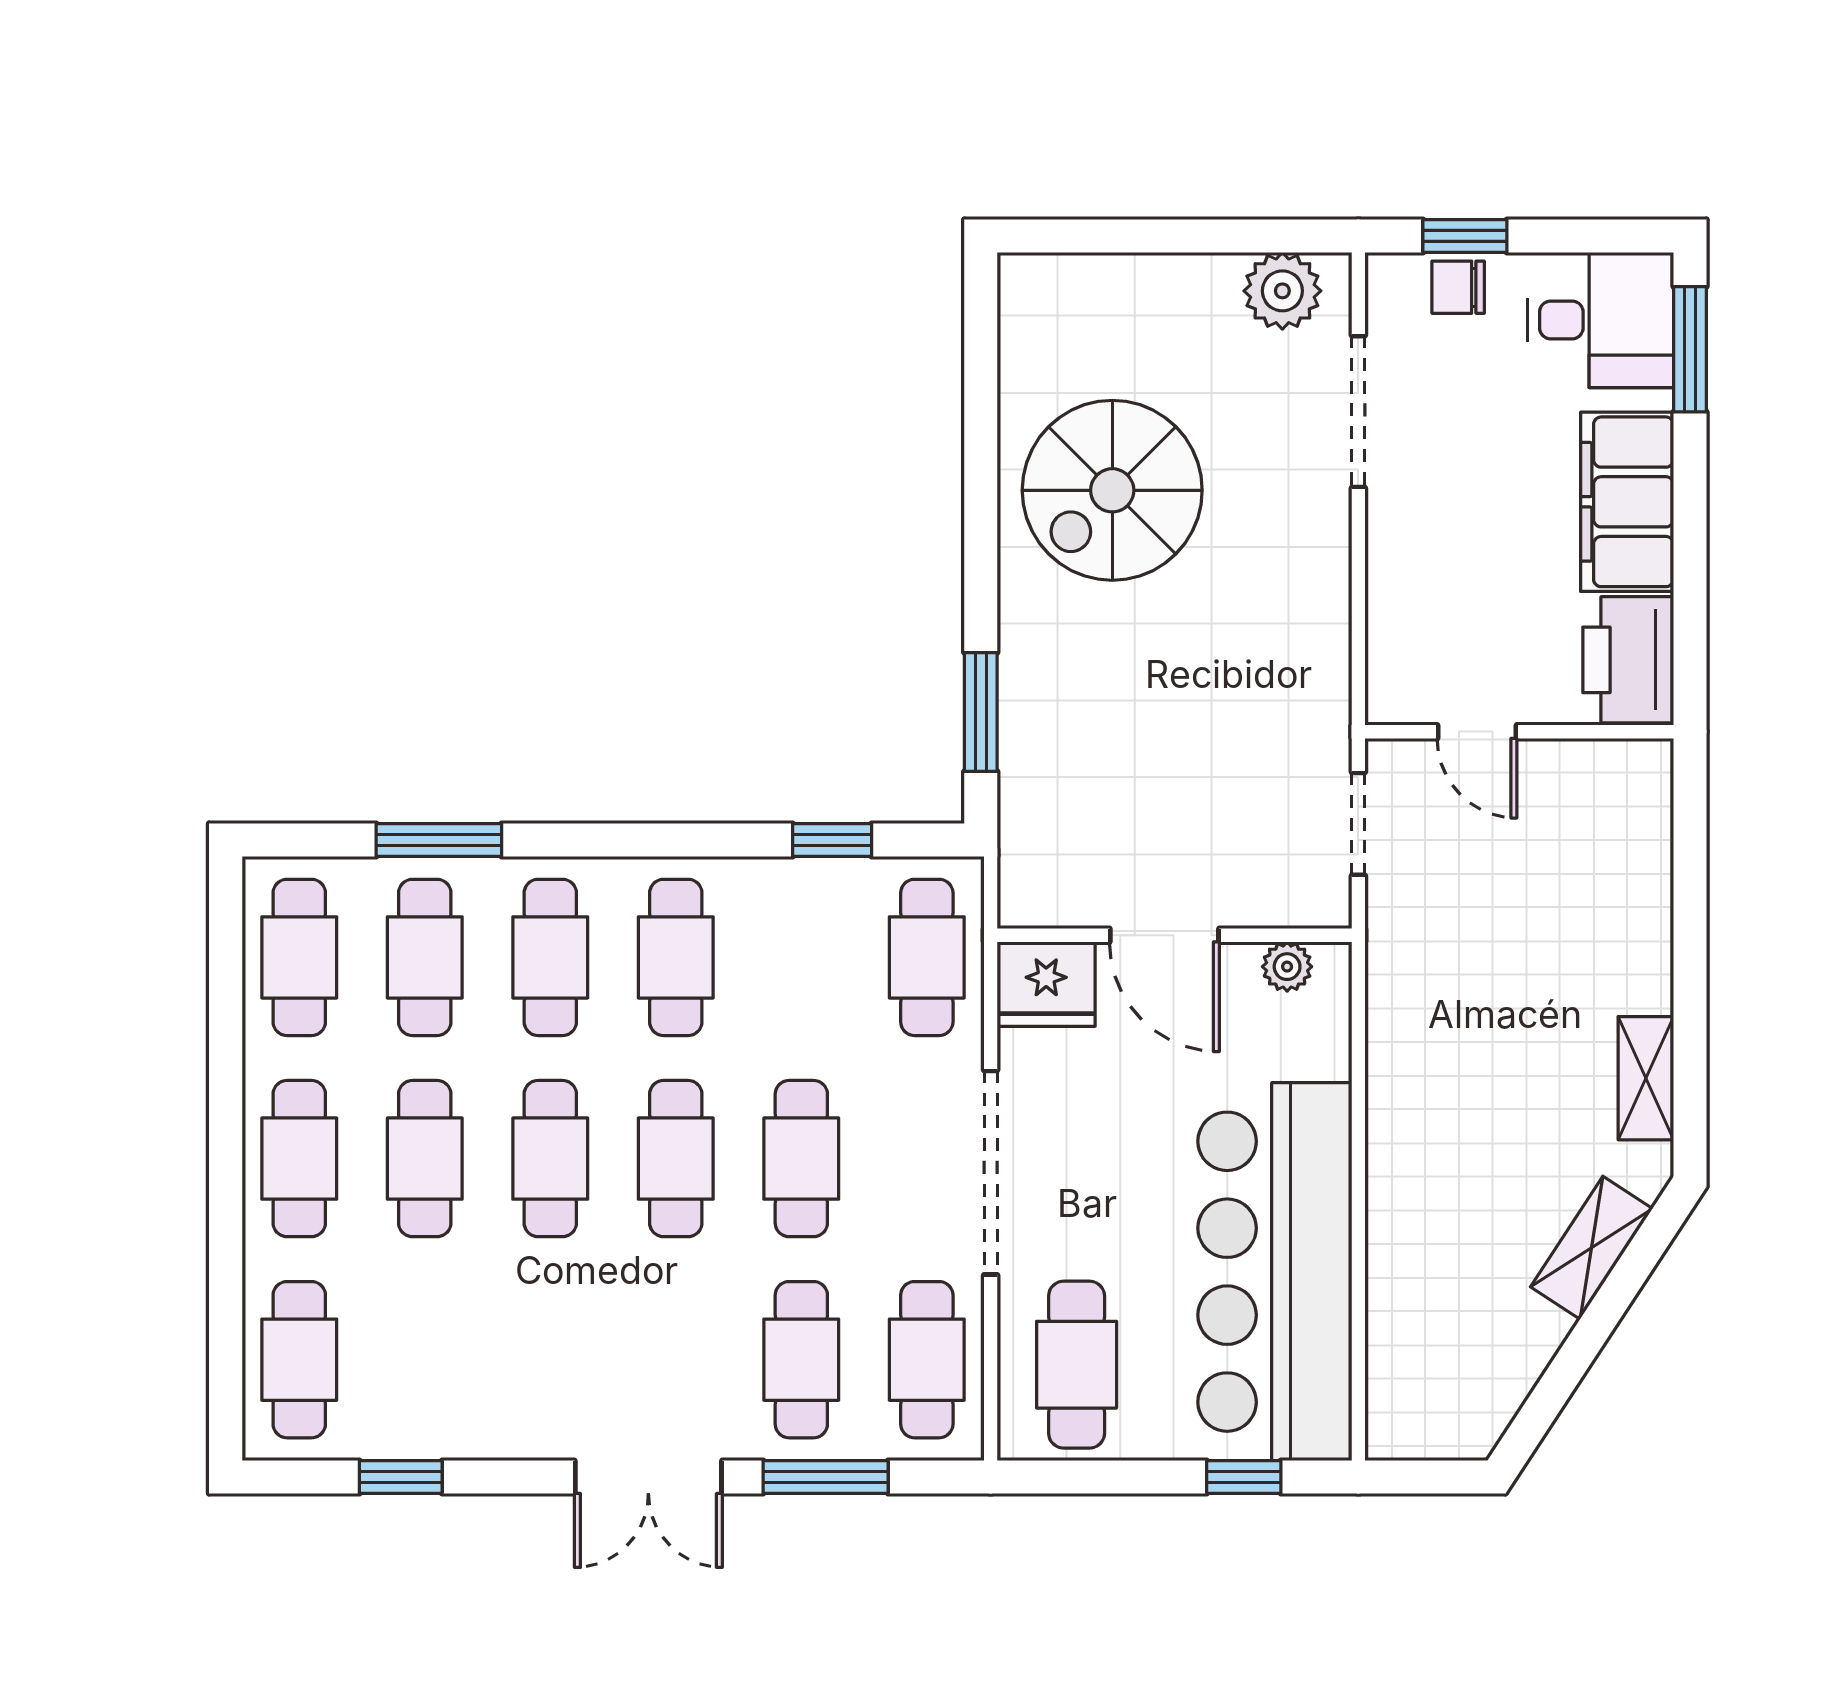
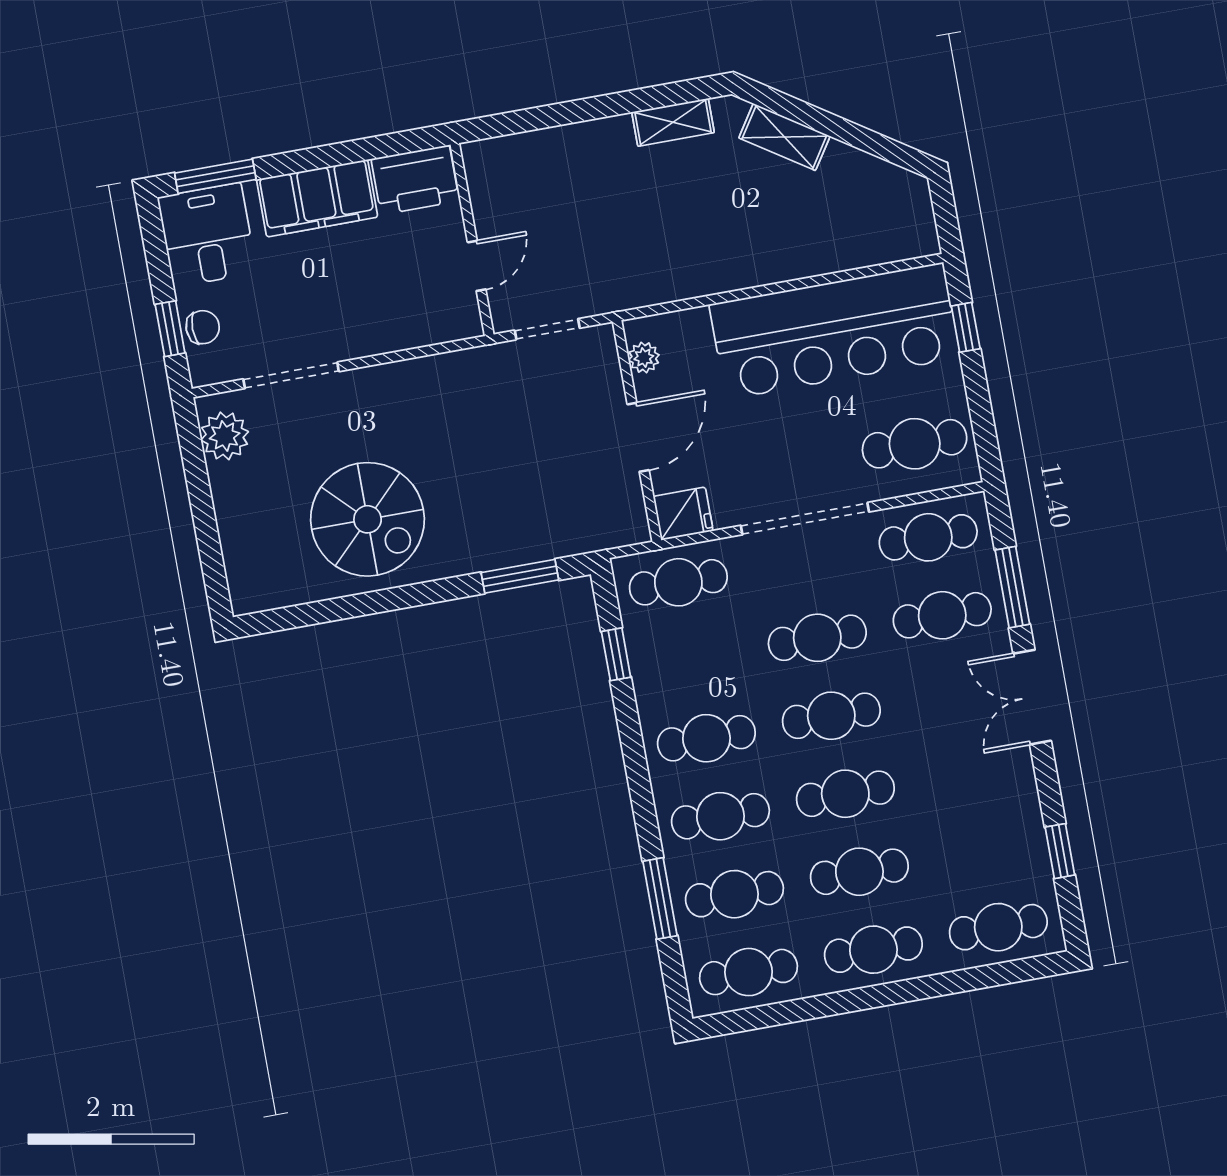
chair: (1458, 287) -> (203, 327), turned -90
fridge: (1046, 984) -> (683, 514), width x0.72
double door: (648, 1477) -> (1032, 697), swing flipped

